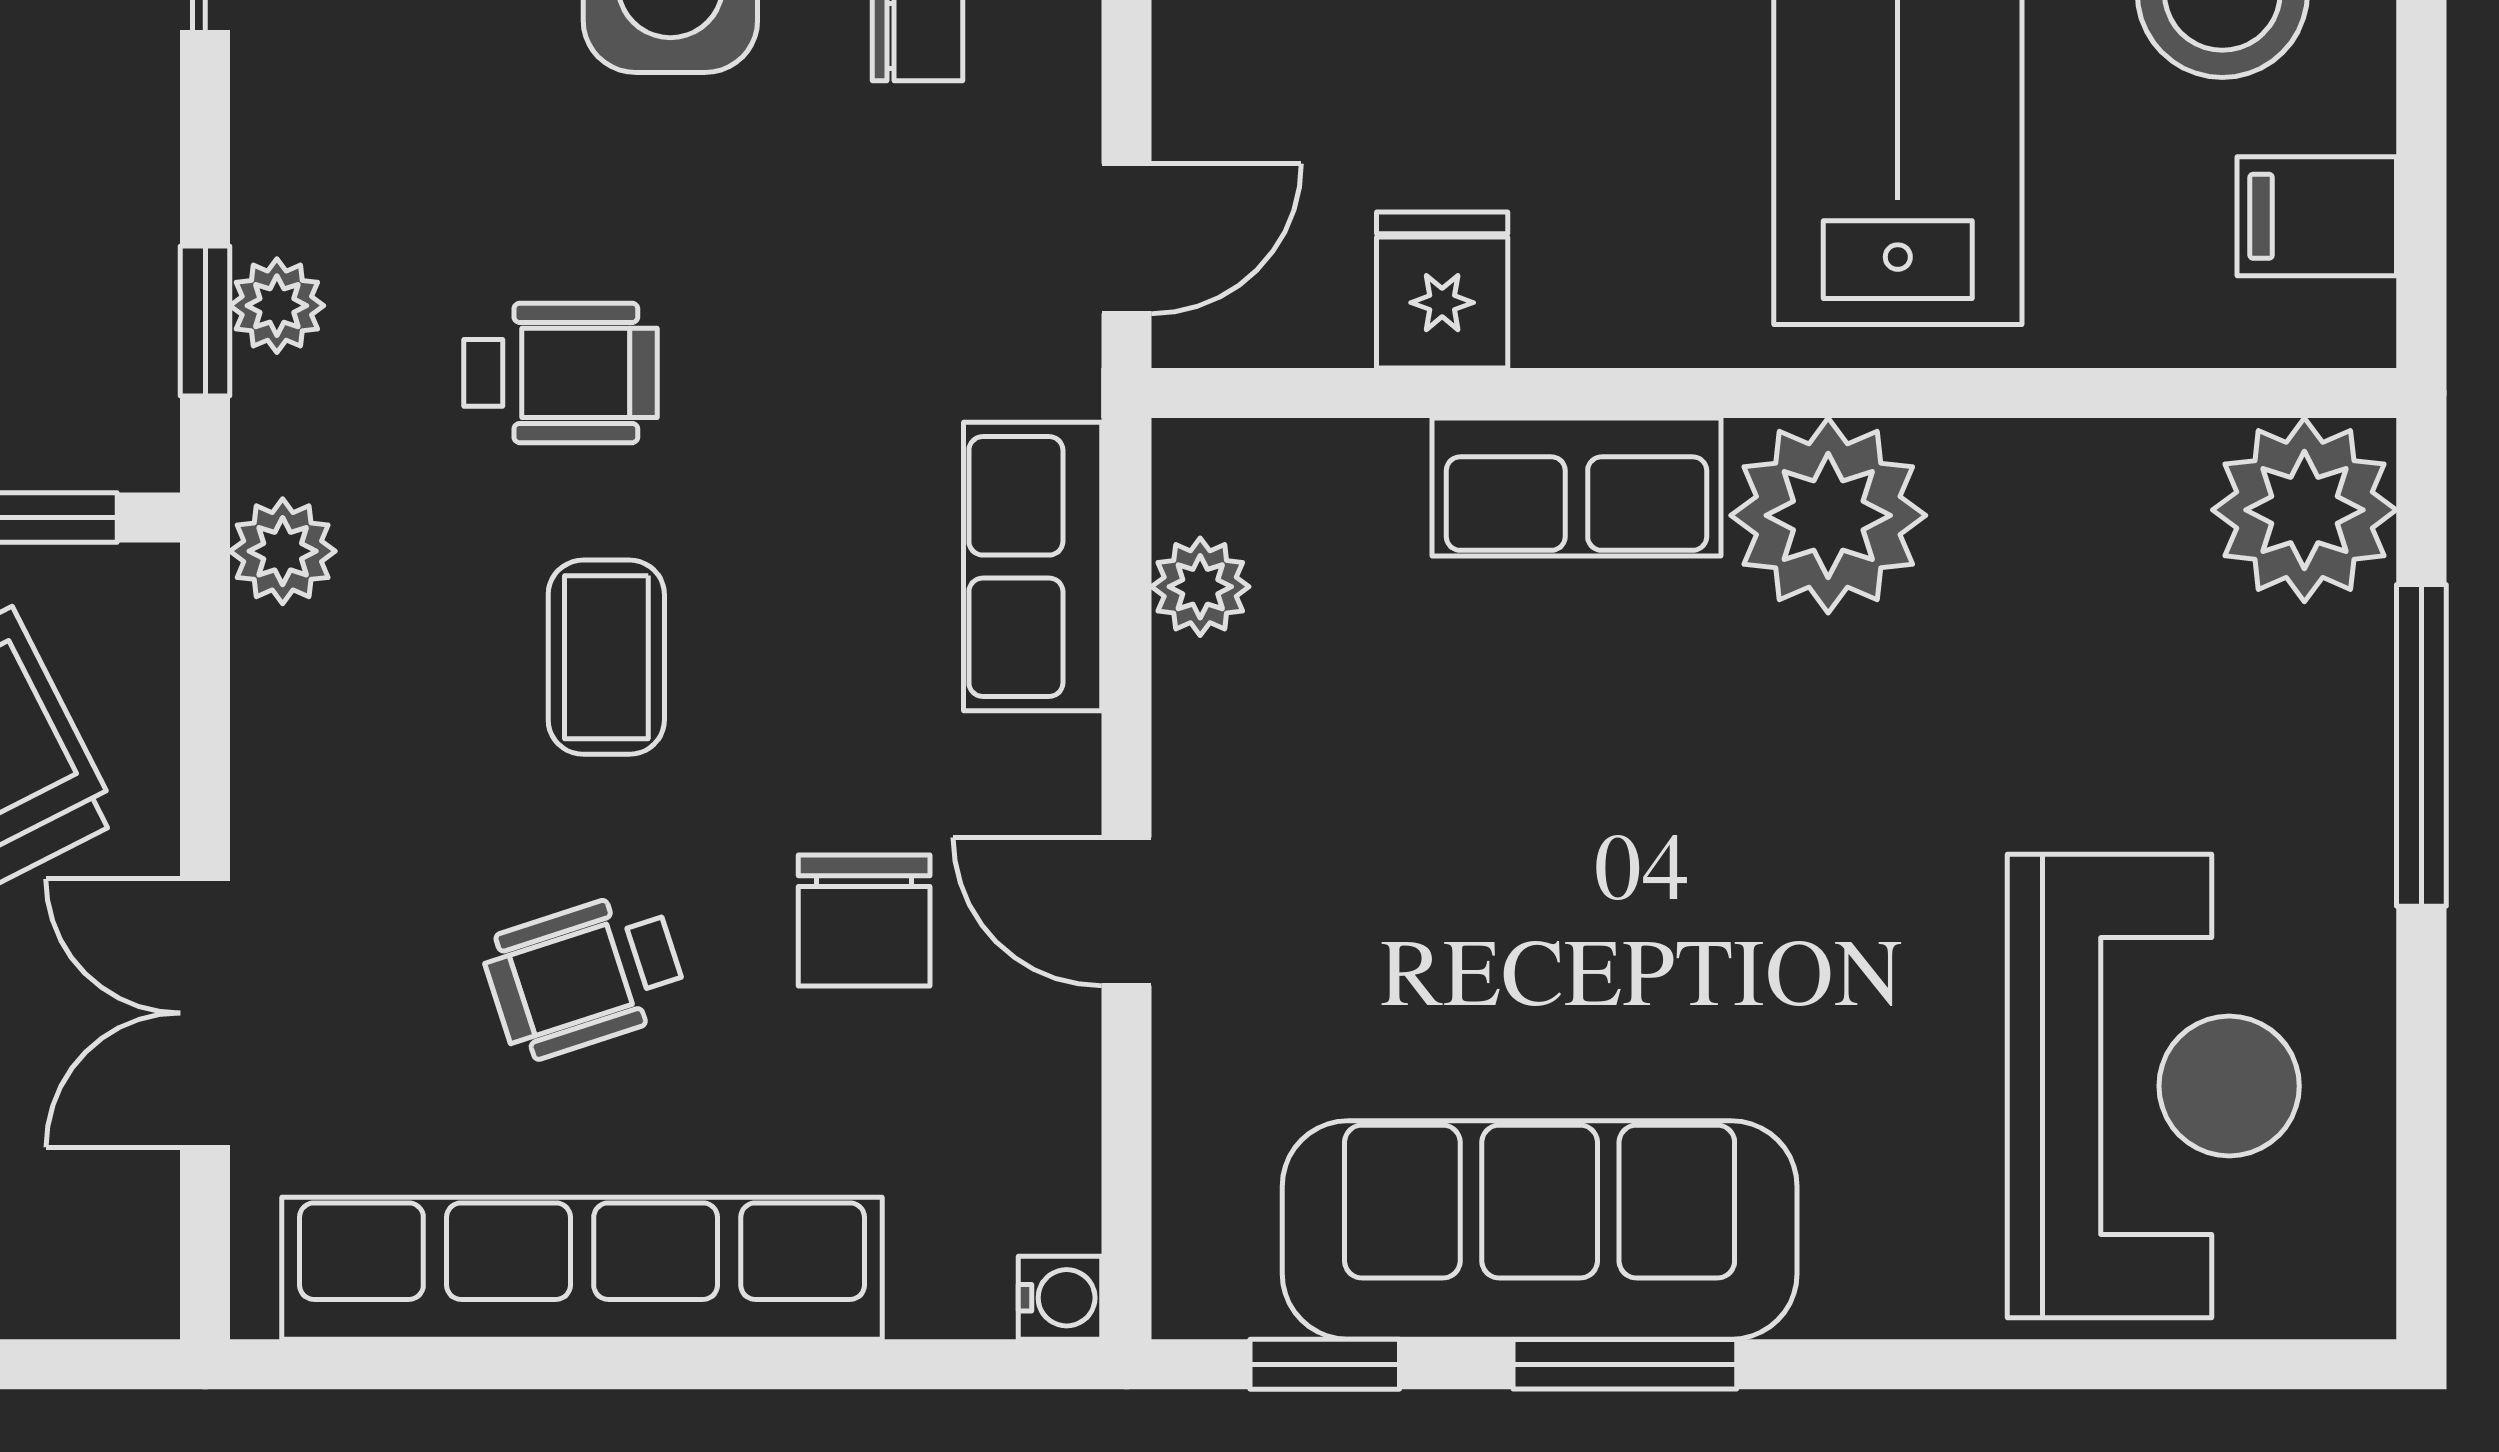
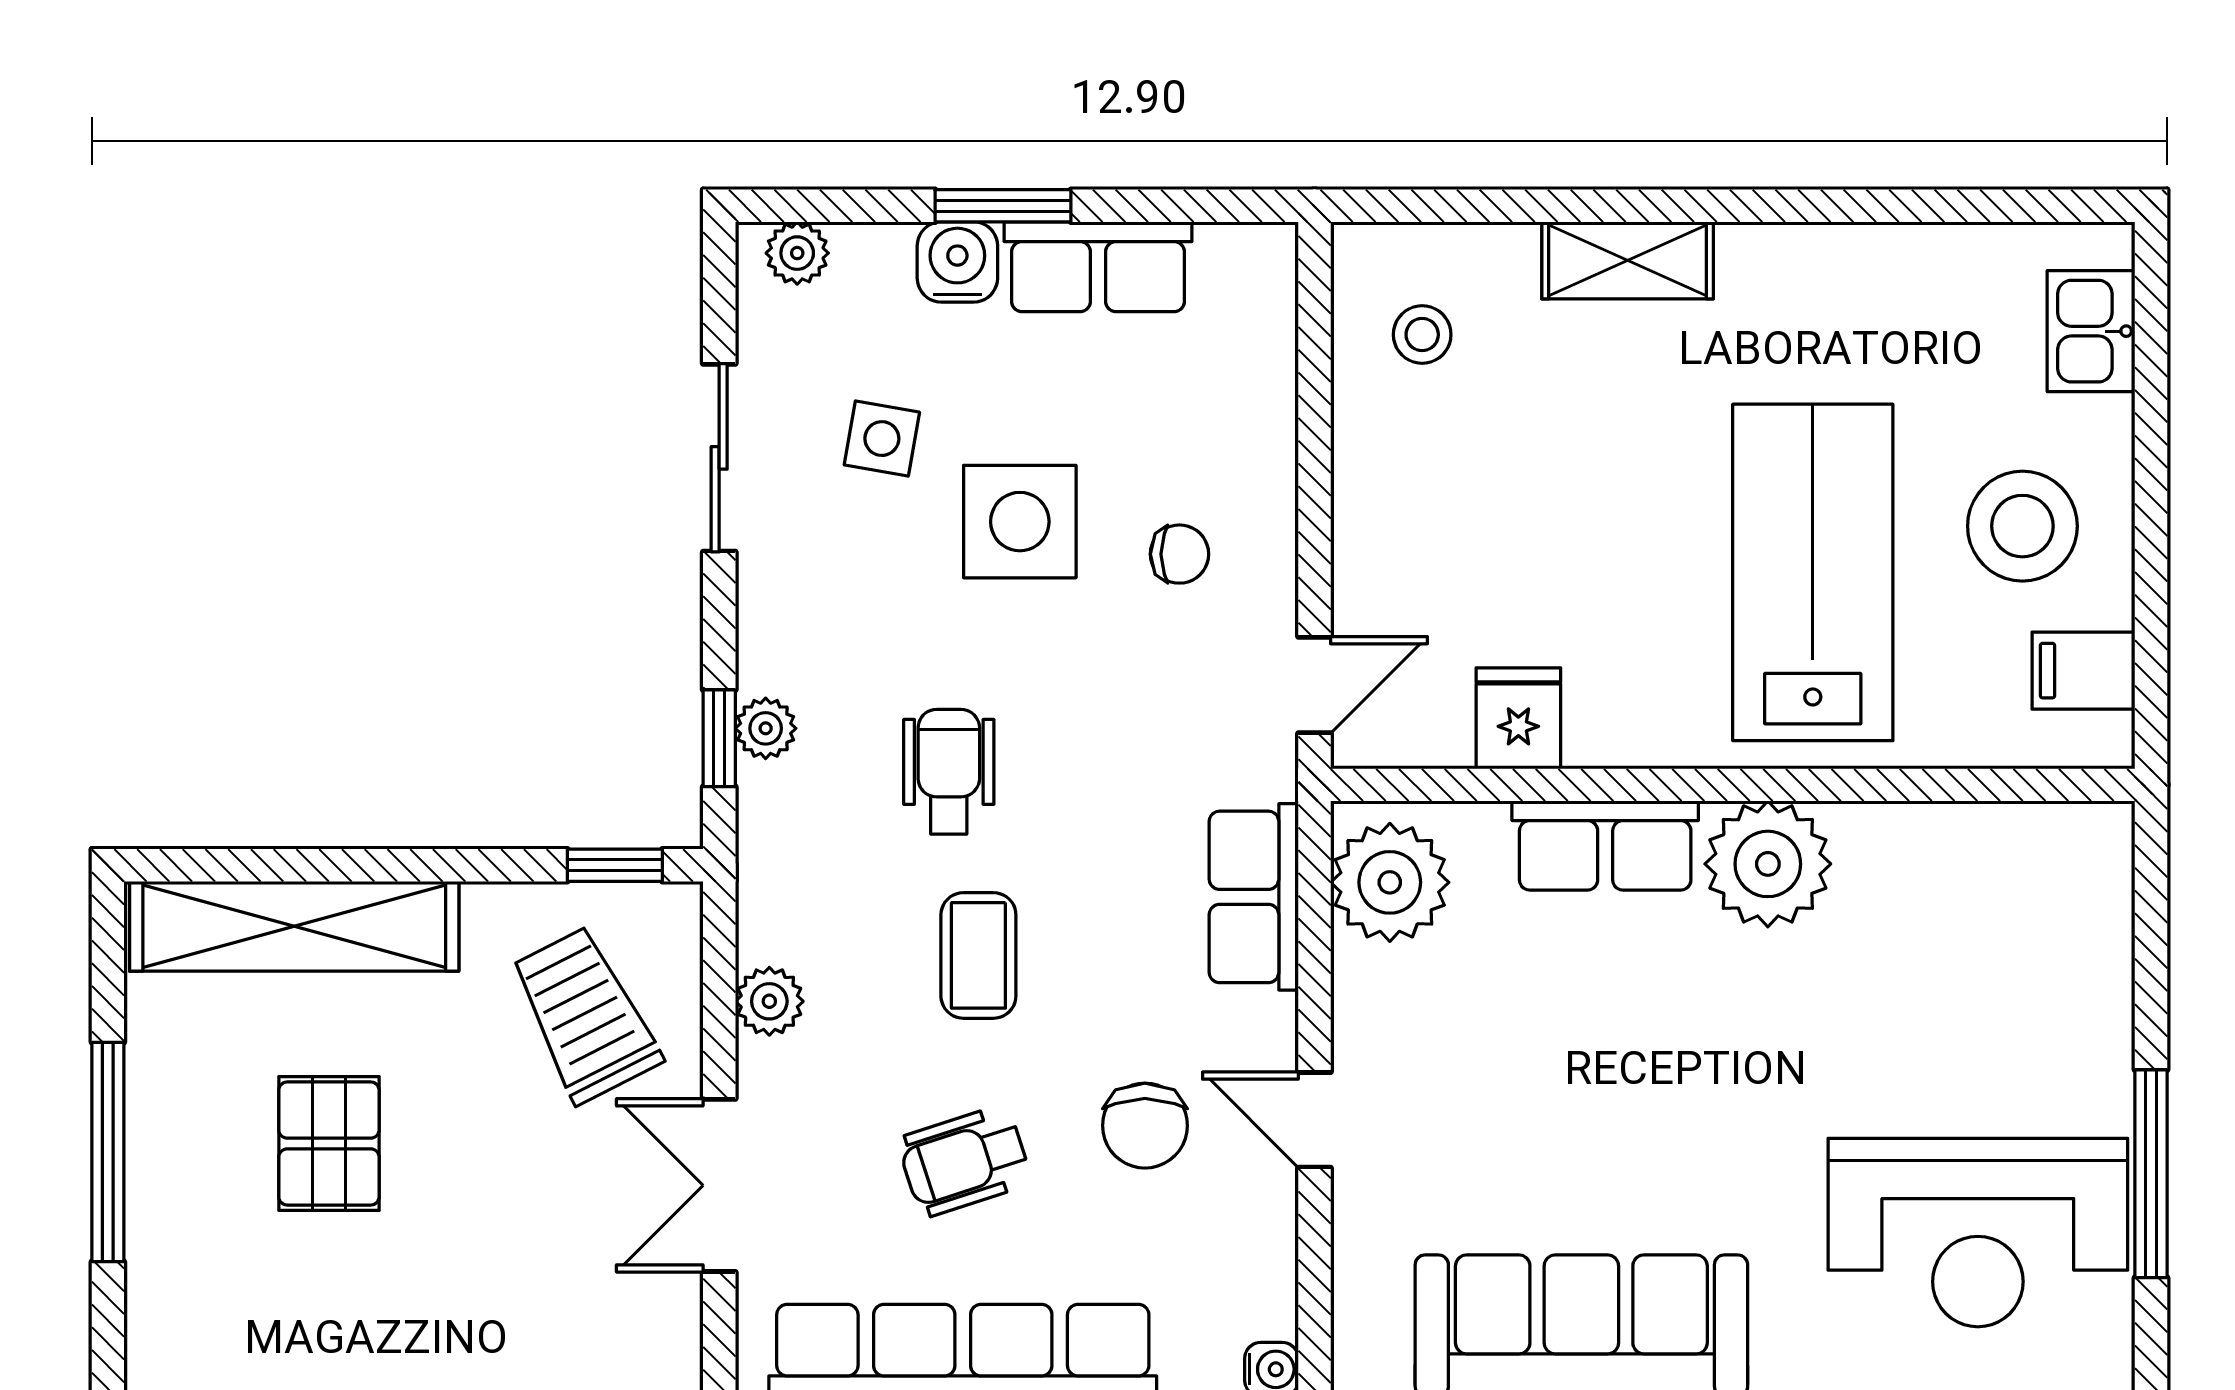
wheelchair: (560, 373) -> (949, 772), turned -90
plant: (2304, 510) -> (2076, 860), removed
plant: (283, 551) -> (769, 1001), moved
plant: (1200, 587) -> (1390, 882), width x1.87, depth x1.87
window: (2421, 745) -> (2151, 1174), moved
reception desk: (2153, 1086) -> (1978, 1233), turned 90

